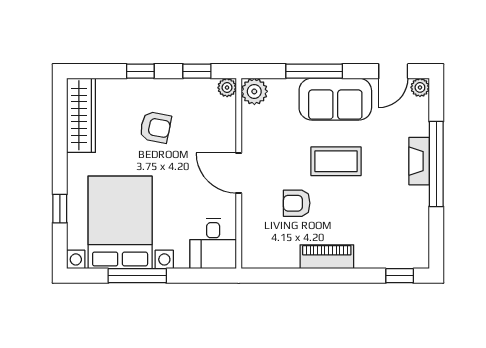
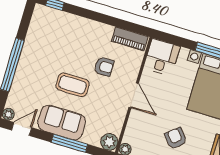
armchair: (155, 127) -> (176, 138), turned 39
fireplace: (419, 161) -> (22, 70), removed
piano: (327, 257) -> (130, 39), moved

